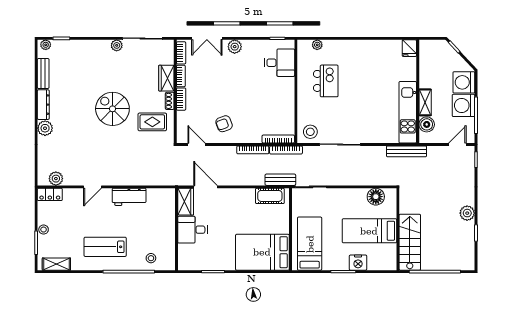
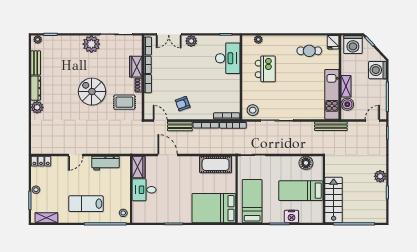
plant: (117, 45) -> (91, 44), width x1.87, depth x1.87
cafe table: (380, 59) -> (309, 51), added
desk: (280, 63) -> (228, 58), width x1.37
washing machine: (463, 105) -> (353, 45), moved, turned -90
plant: (56, 179) -> (46, 148), removed
bench: (280, 180) -> (180, 126), moved
cot: (270, 196) -> (216, 164), width x1.37, depth x1.34
wardrobe: (186, 202) -> (139, 167), moved
wall: (177, 229) -> (131, 189), moved
desk: (192, 230) -> (144, 190), moved

